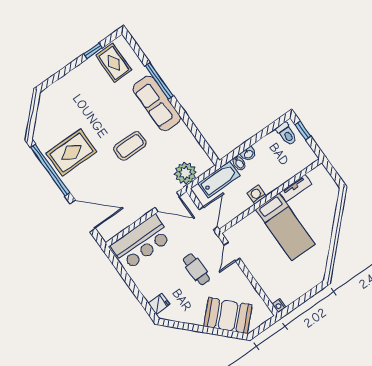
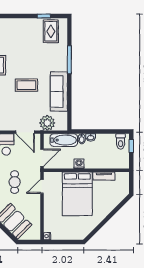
sofa: (157, 103) -> (59, 92), moved
bed: (285, 227) -> (77, 194), width x1.50

